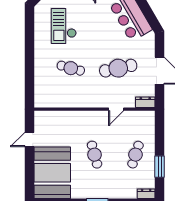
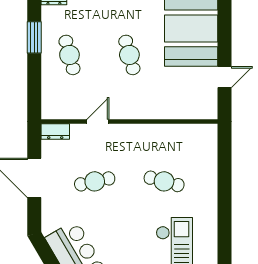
cafe table: (118, 68) -> (95, 181), width x0.73, depth x0.74
cafe table: (135, 155) -> (69, 55), turned -33

